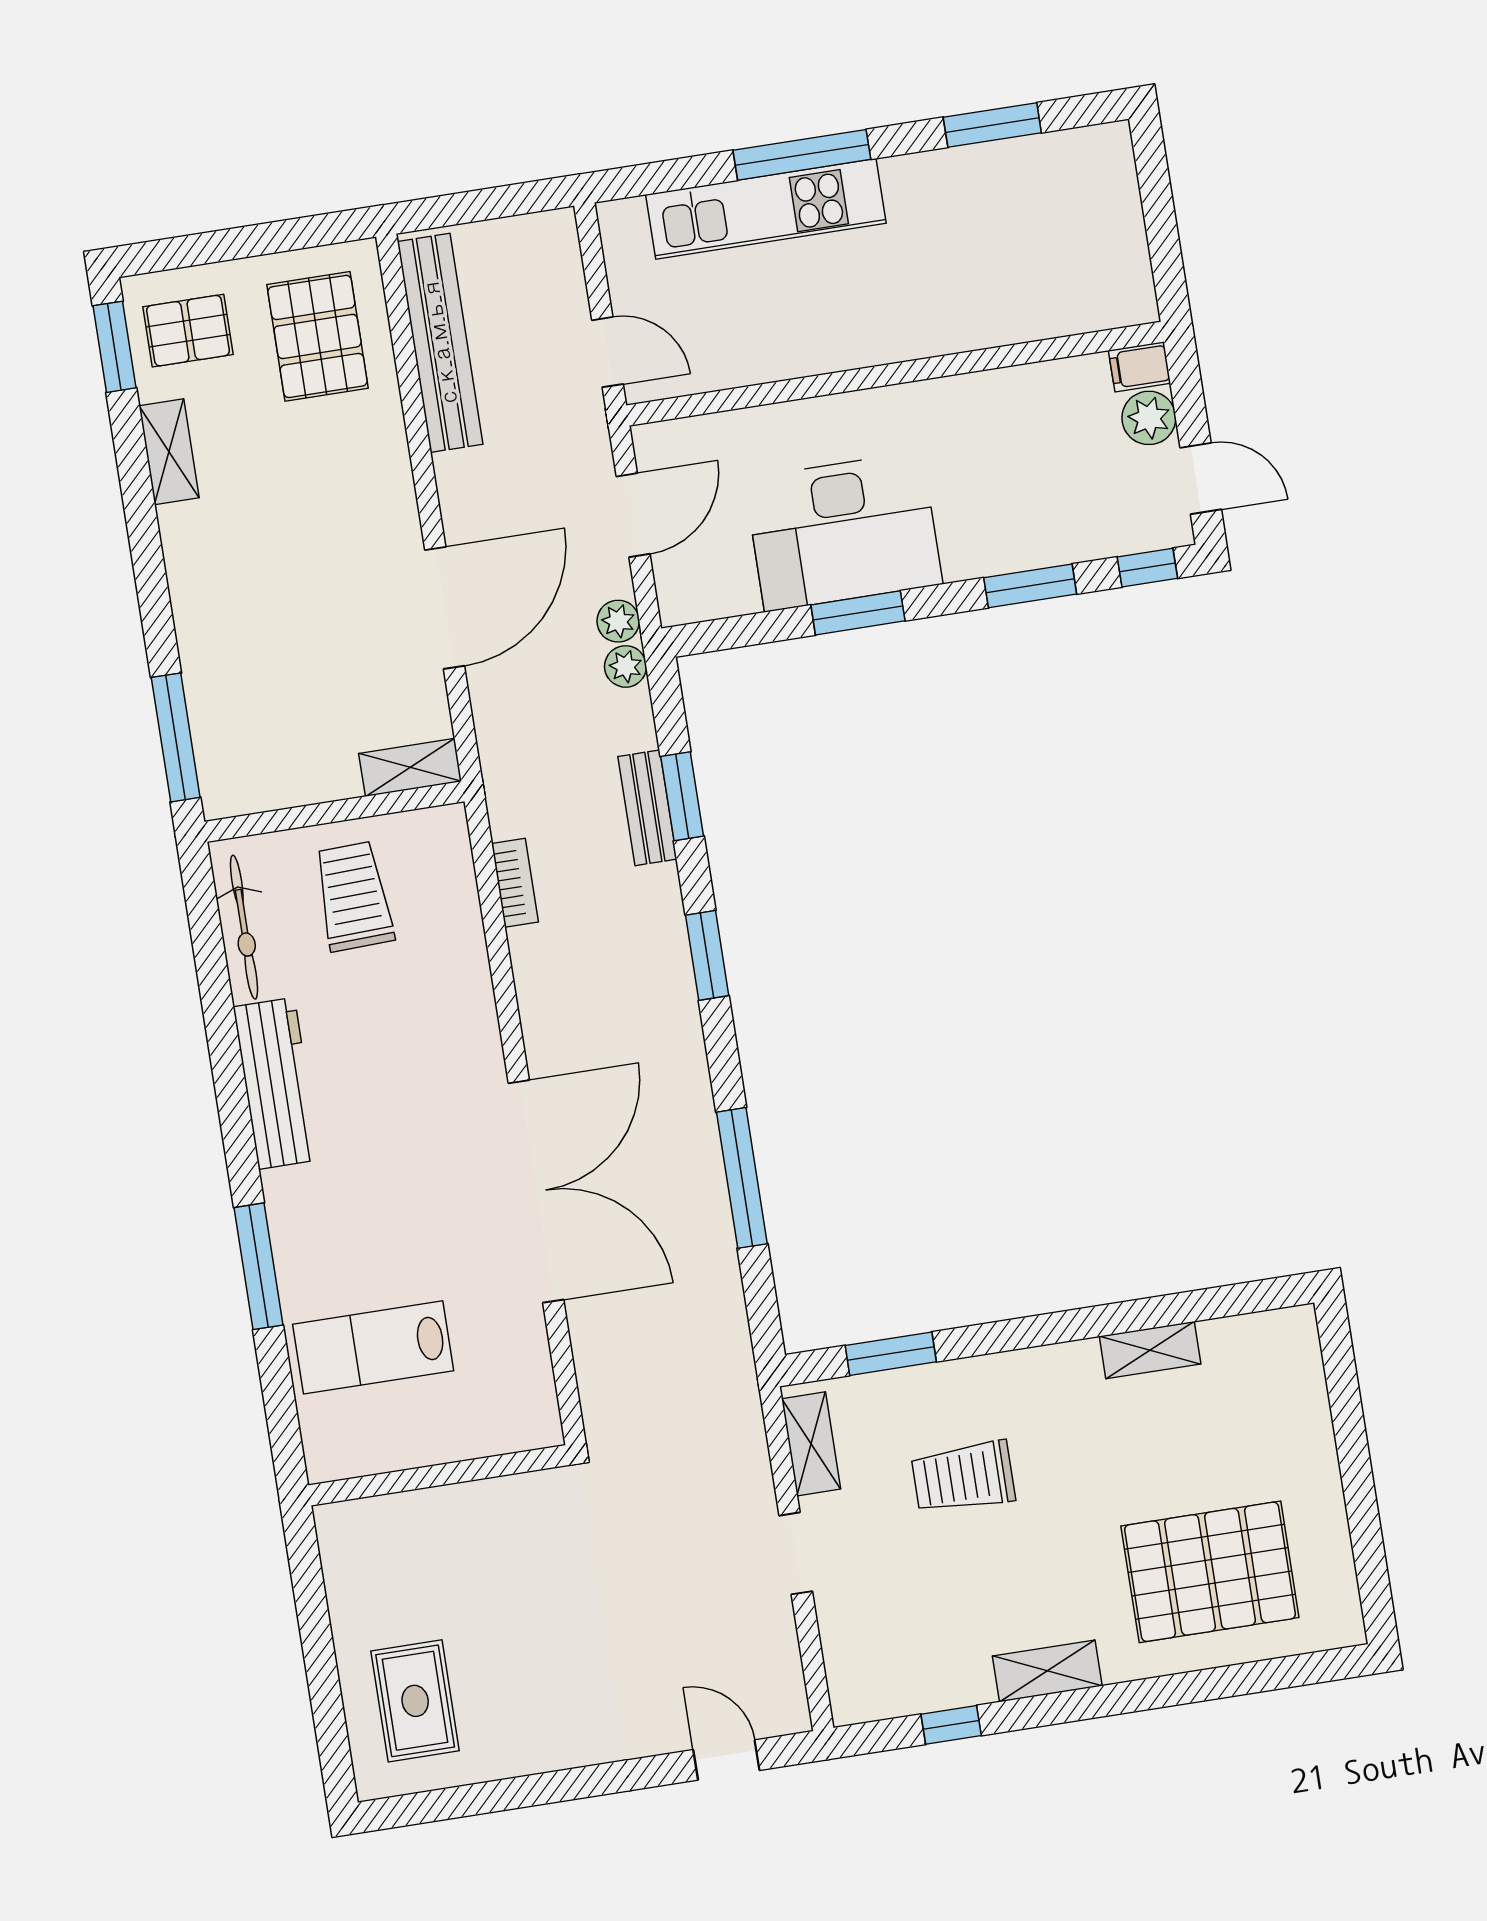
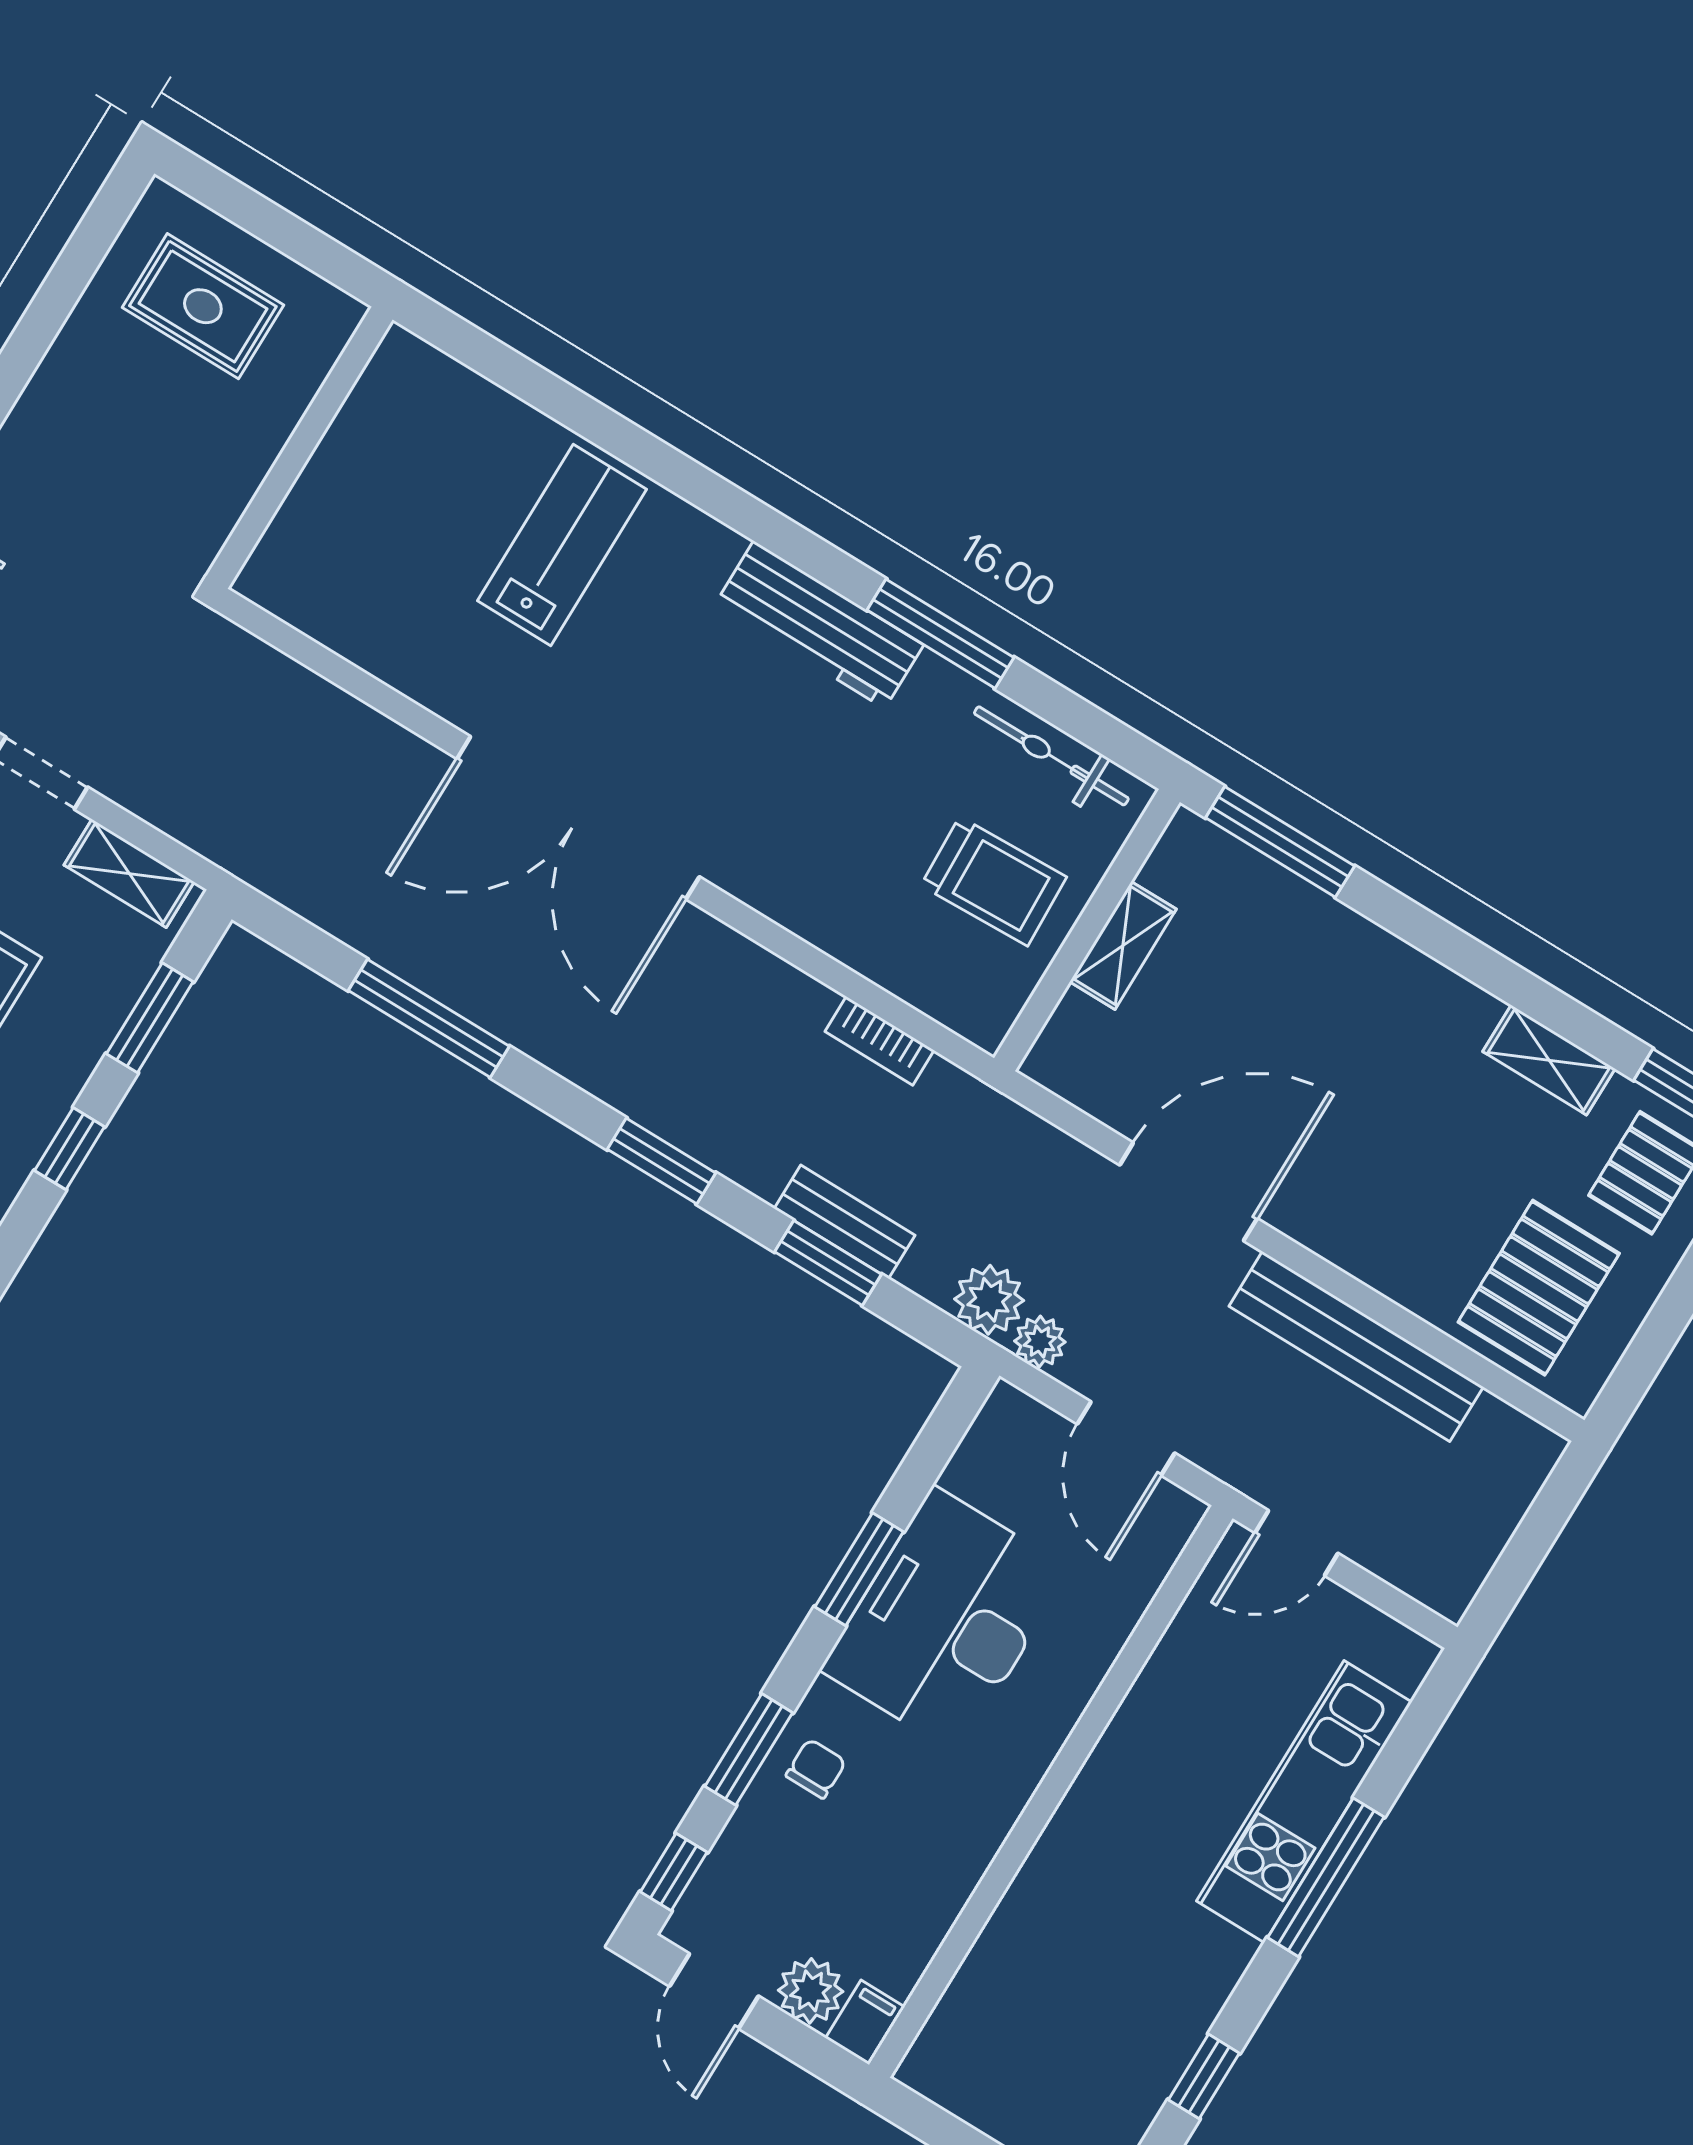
window: (992, 125) -> (1204, 2076), width x0.67
pallet: (318, 336) -> (1539, 1288), turned 90
bench: (440, 343) -> (1356, 1347), moved
door: (1201, 478) -> (714, 1991), hinge flipped
chair: (1006, 533) -> (816, 1769), added
door: (445, 608) -> (1188, 1192), swing flipped
plant: (626, 666) -> (989, 1300), width x1.38, depth x1.38
shelving: (410, 767) -> (1123, 945), moved
workbench: (276, 1083) -> (819, 625), moved
window: (258, 1266) -> (940, 634), moved
window: (1016, 1334) -> (70, 1149), added
wall: (438, 1475) -> (300, 448), moved

